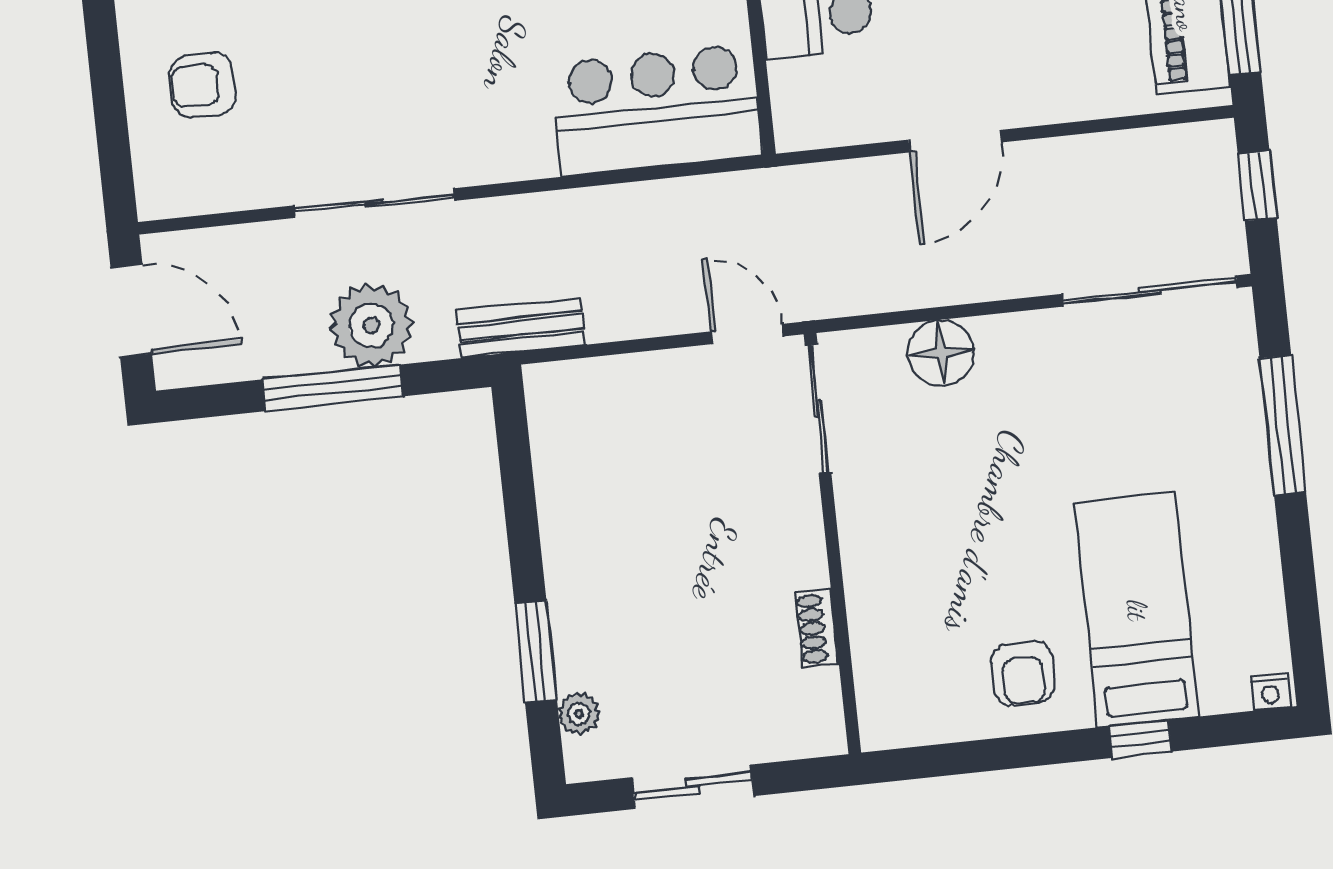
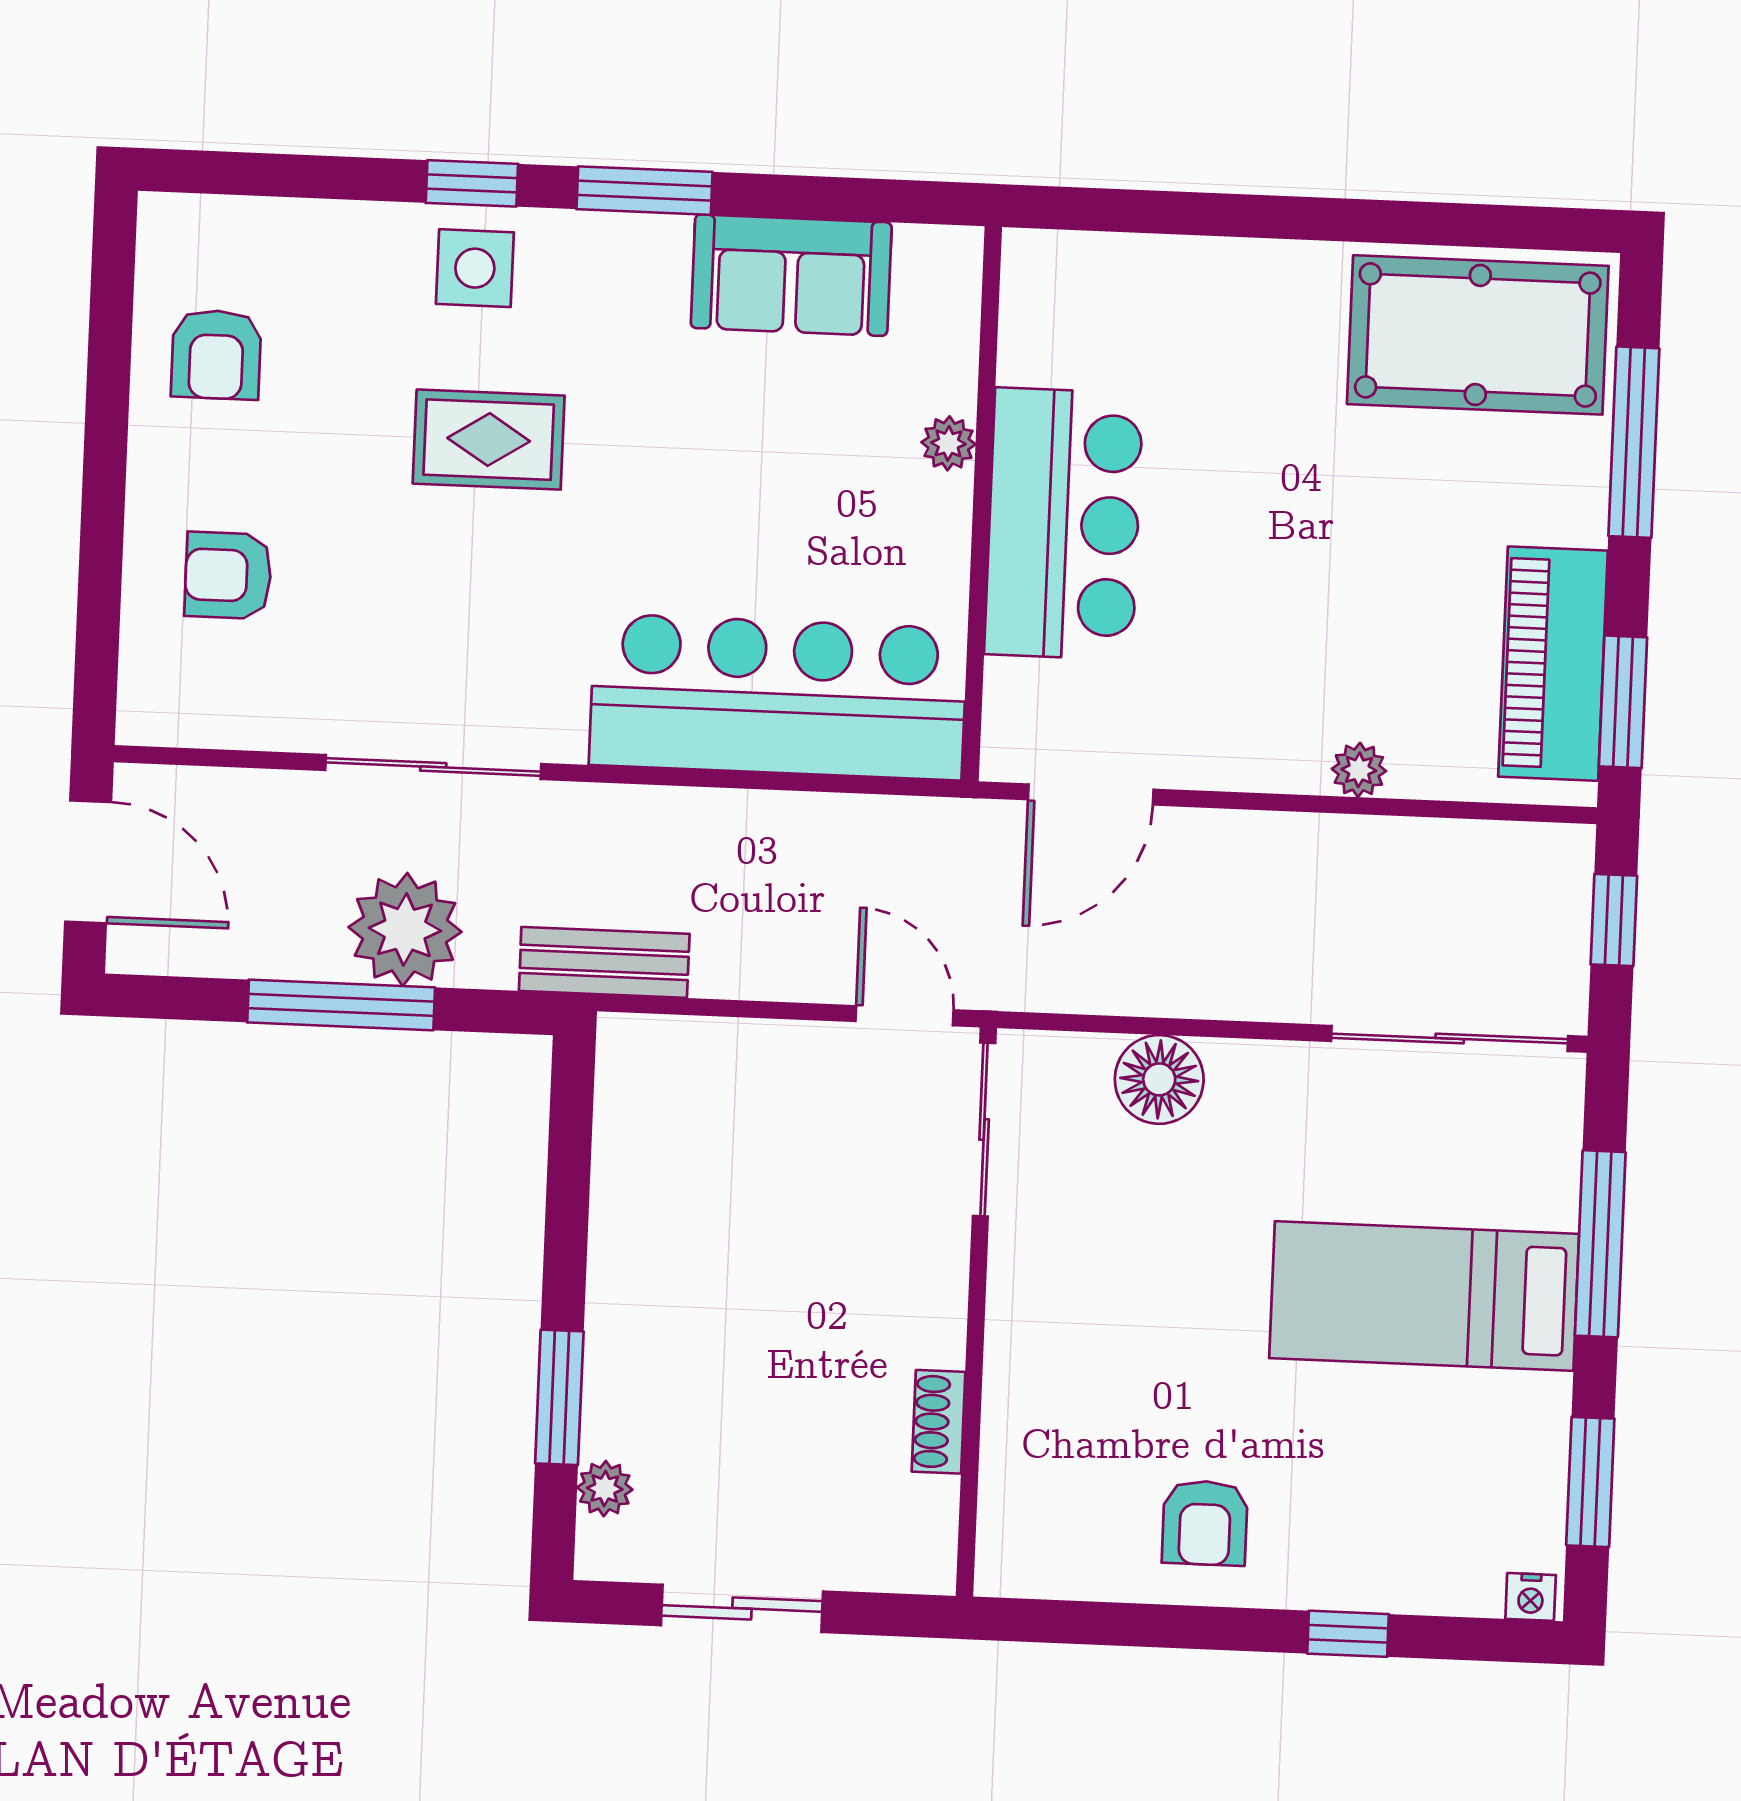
plant: (1054, 104) -> (1359, 770), added
bar counter: (656, 110) -> (778, 697), width x1.36
door: (955, 141) -> (1091, 795), moved
window: (1302, 601) -> (1590, 1482), added
bed: (1137, 610) -> (1424, 1296), moved, turned -90

